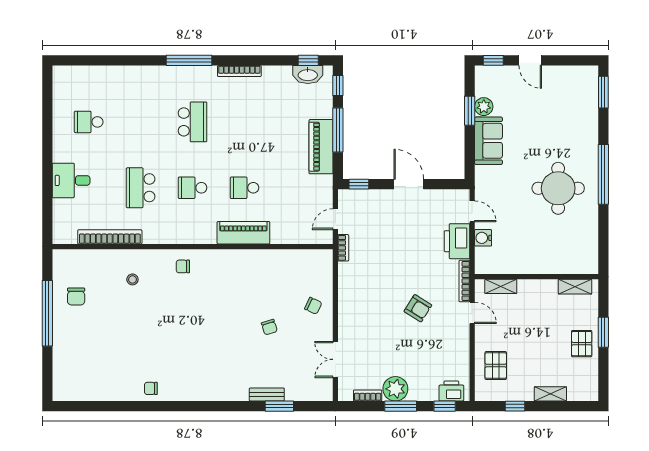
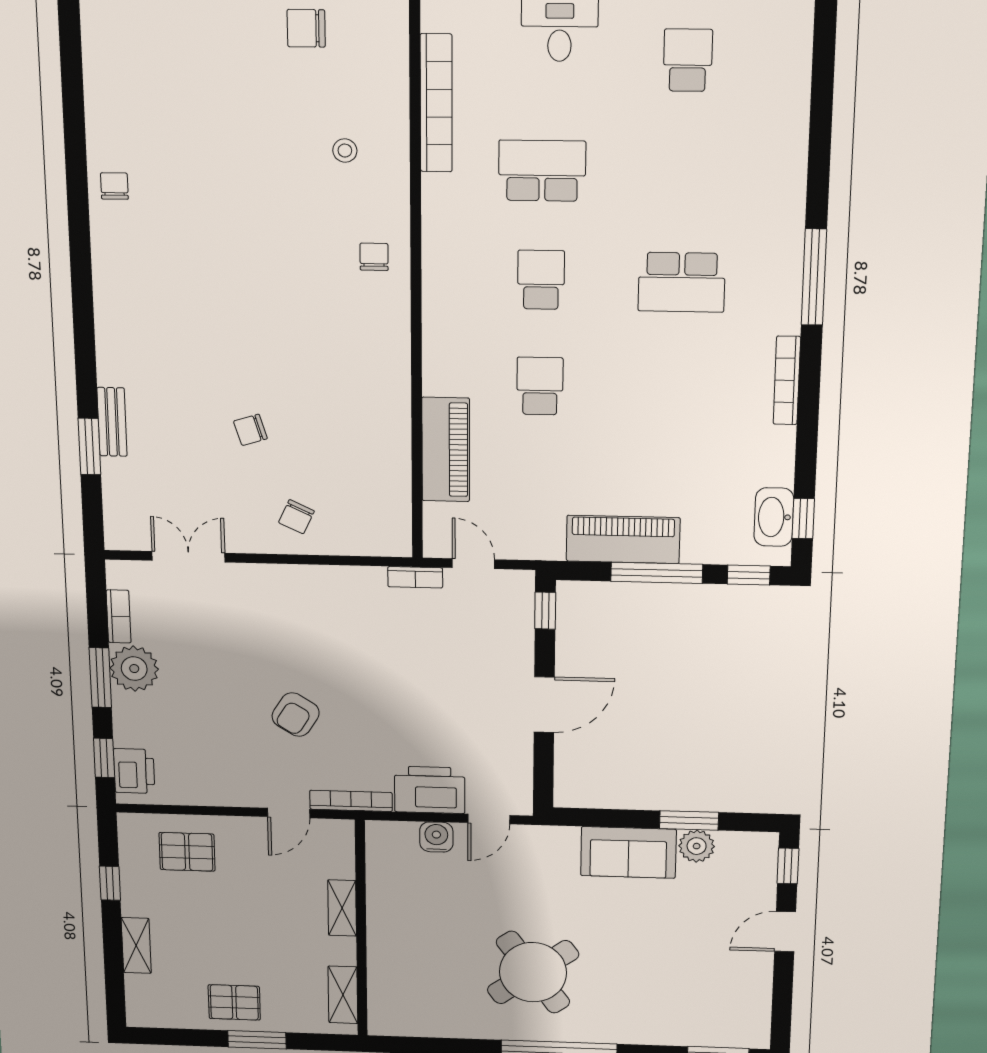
round table: (558, 188) -> (533, 972), turned -36
piano: (243, 233) -> (446, 450), moved
shelving: (501, 286) -> (342, 908), moved

